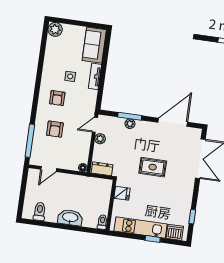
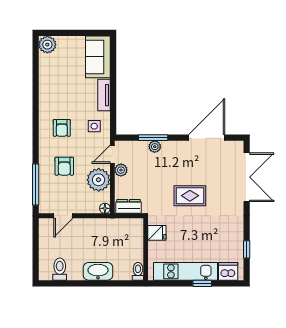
side table: (70, 76) -> (94, 126), moved
plant: (81, 144) -> (99, 180), added

